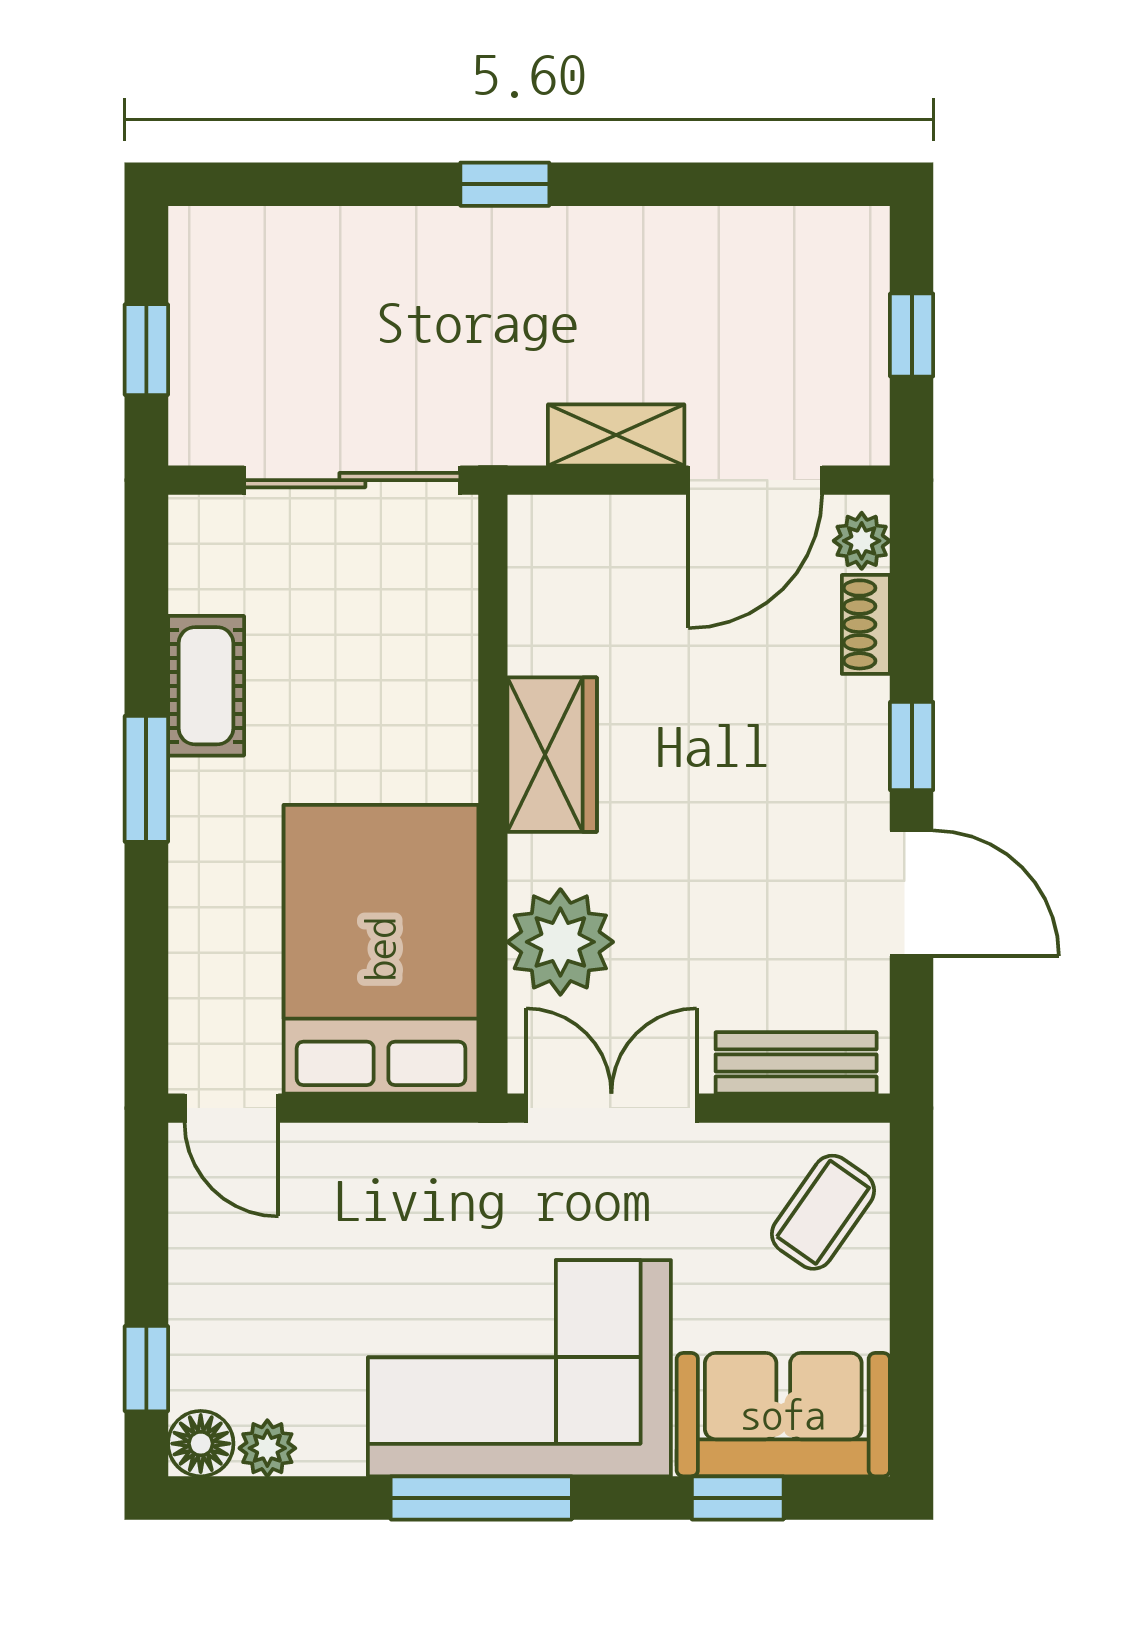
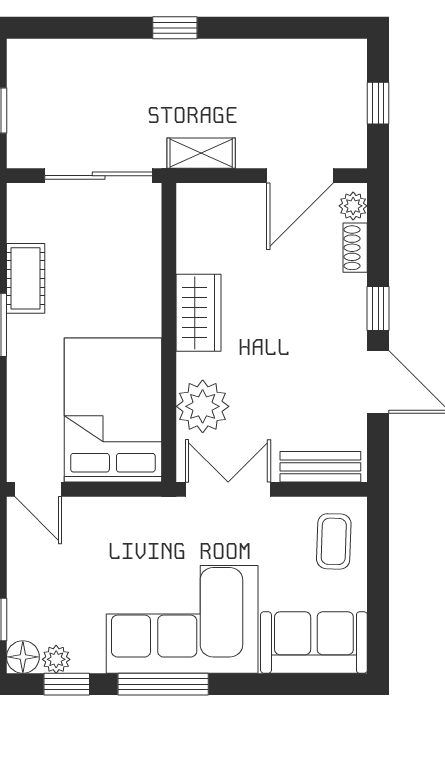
shelving: (616, 435) -> (201, 153), moved
coffee table: (823, 1212) -> (334, 541), turned -33
window: (738, 1498) -> (67, 684), moved

